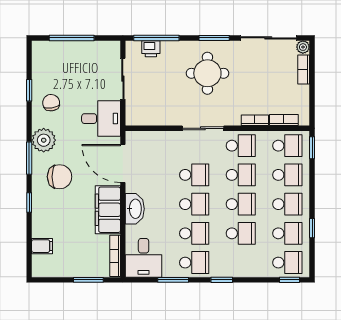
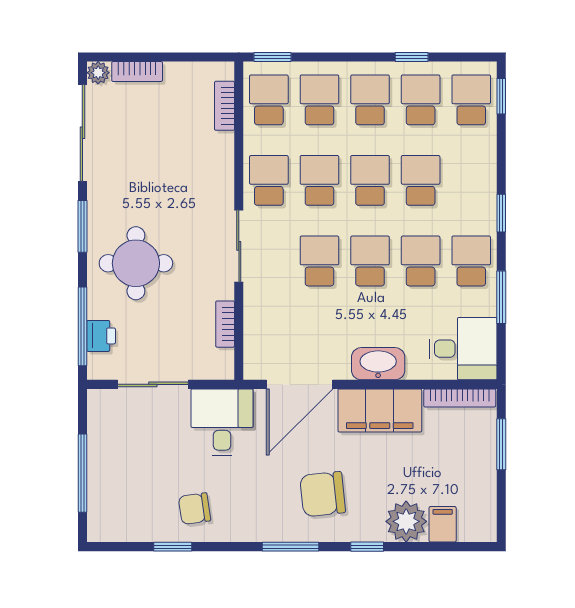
round table: (207, 73) -> (136, 263), moved
bookcase: (255, 120) -> (225, 324), moved
plant: (44, 140) -> (406, 521), moved
chair: (60, 177) -> (323, 494), turned -96

